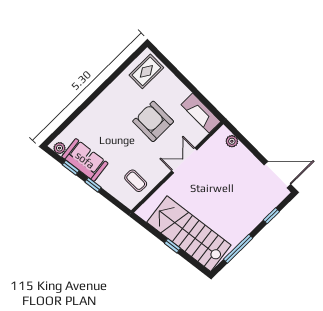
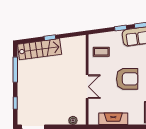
fireplace: (201, 113) -> (113, 119), moved
armchair: (153, 121) -> (127, 79), moved
stairs: (189, 234) -> (40, 49), width x0.73, depth x0.66

